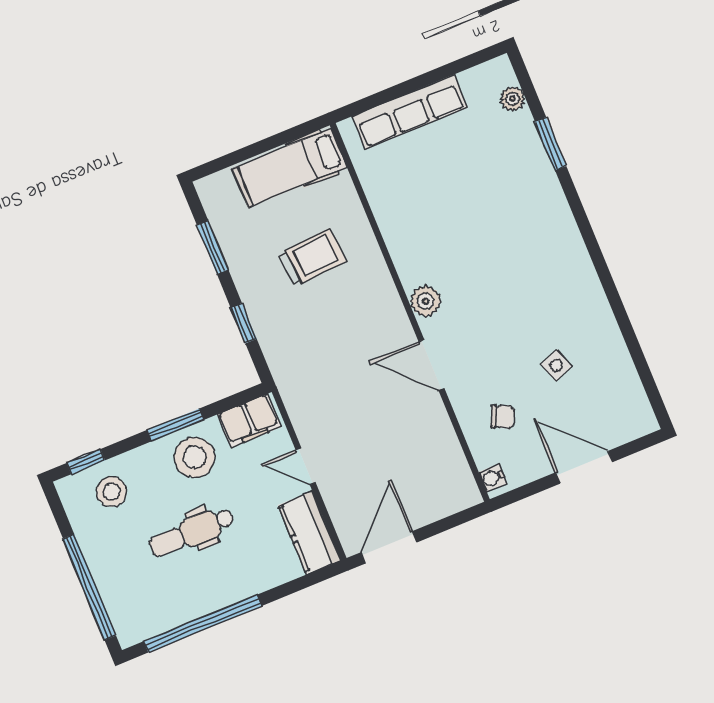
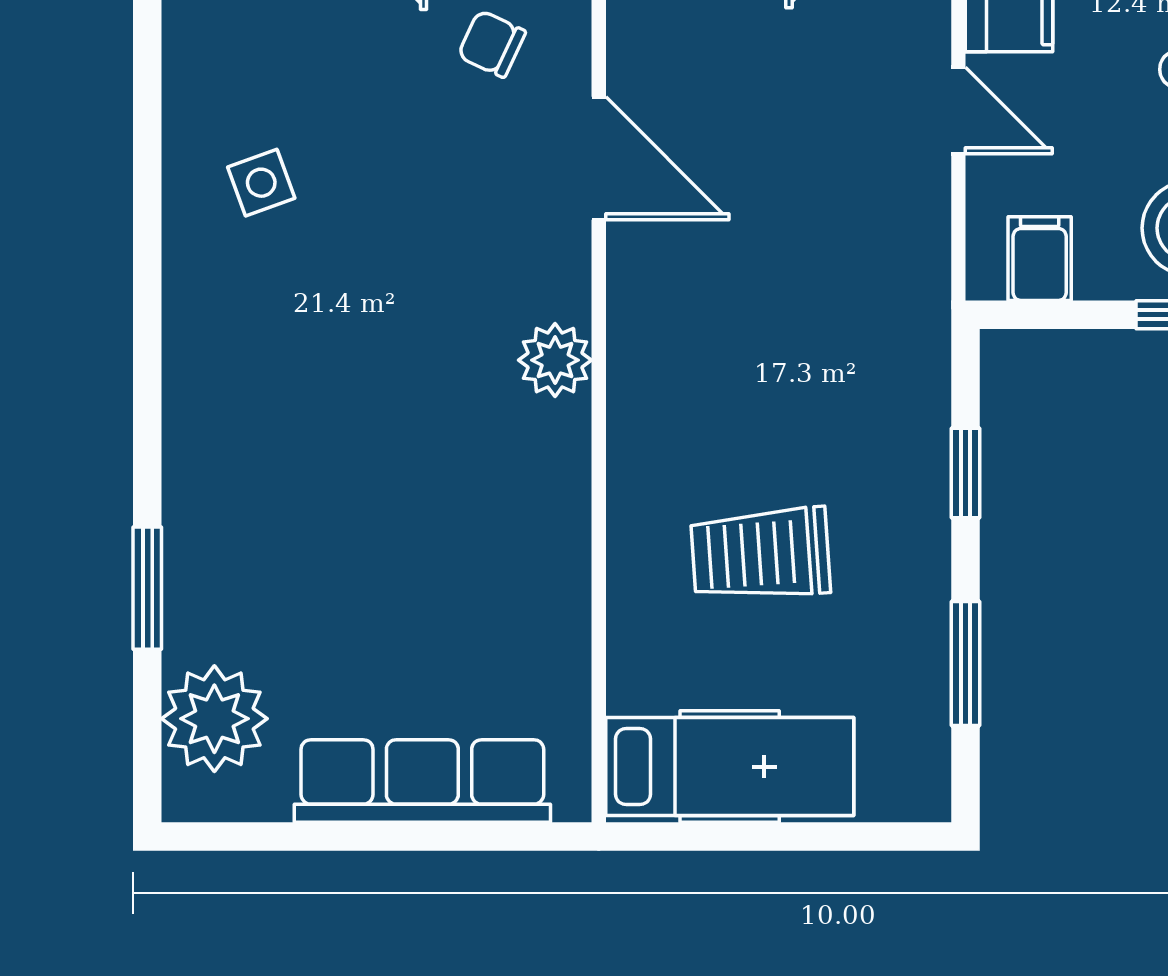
plant: (512, 99) -> (214, 719), width x1.88, depth x1.88
door: (431, 365) -> (599, 158), moved
side table: (556, 365) -> (261, 183), moved
filing cabinet: (249, 421) -> (1040, 259), width x0.50

